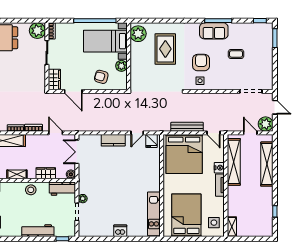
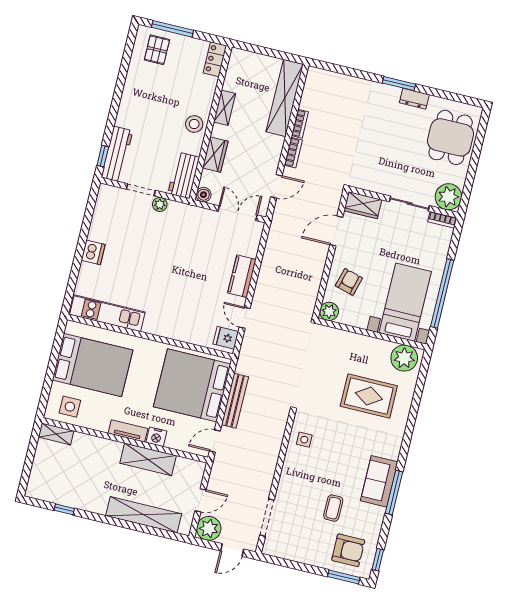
armchair: (201, 63) -> (348, 550), moved
plant: (121, 66) -> (329, 311), moved
shelving: (234, 162) -> (148, 459), width x0.68
workbench: (38, 231) -> (117, 154), moved

